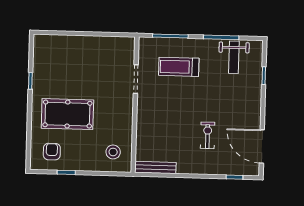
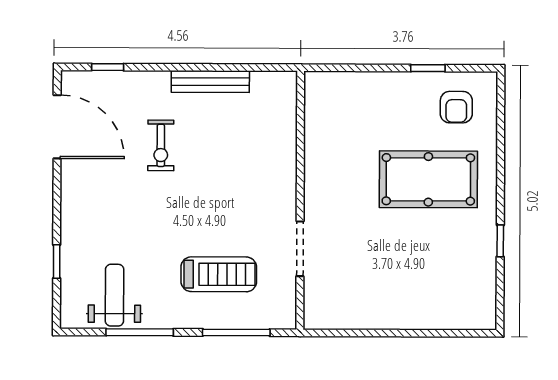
stool: (113, 152) -> (340, 109), removed
bench: (155, 167) -> (210, 82), moved

